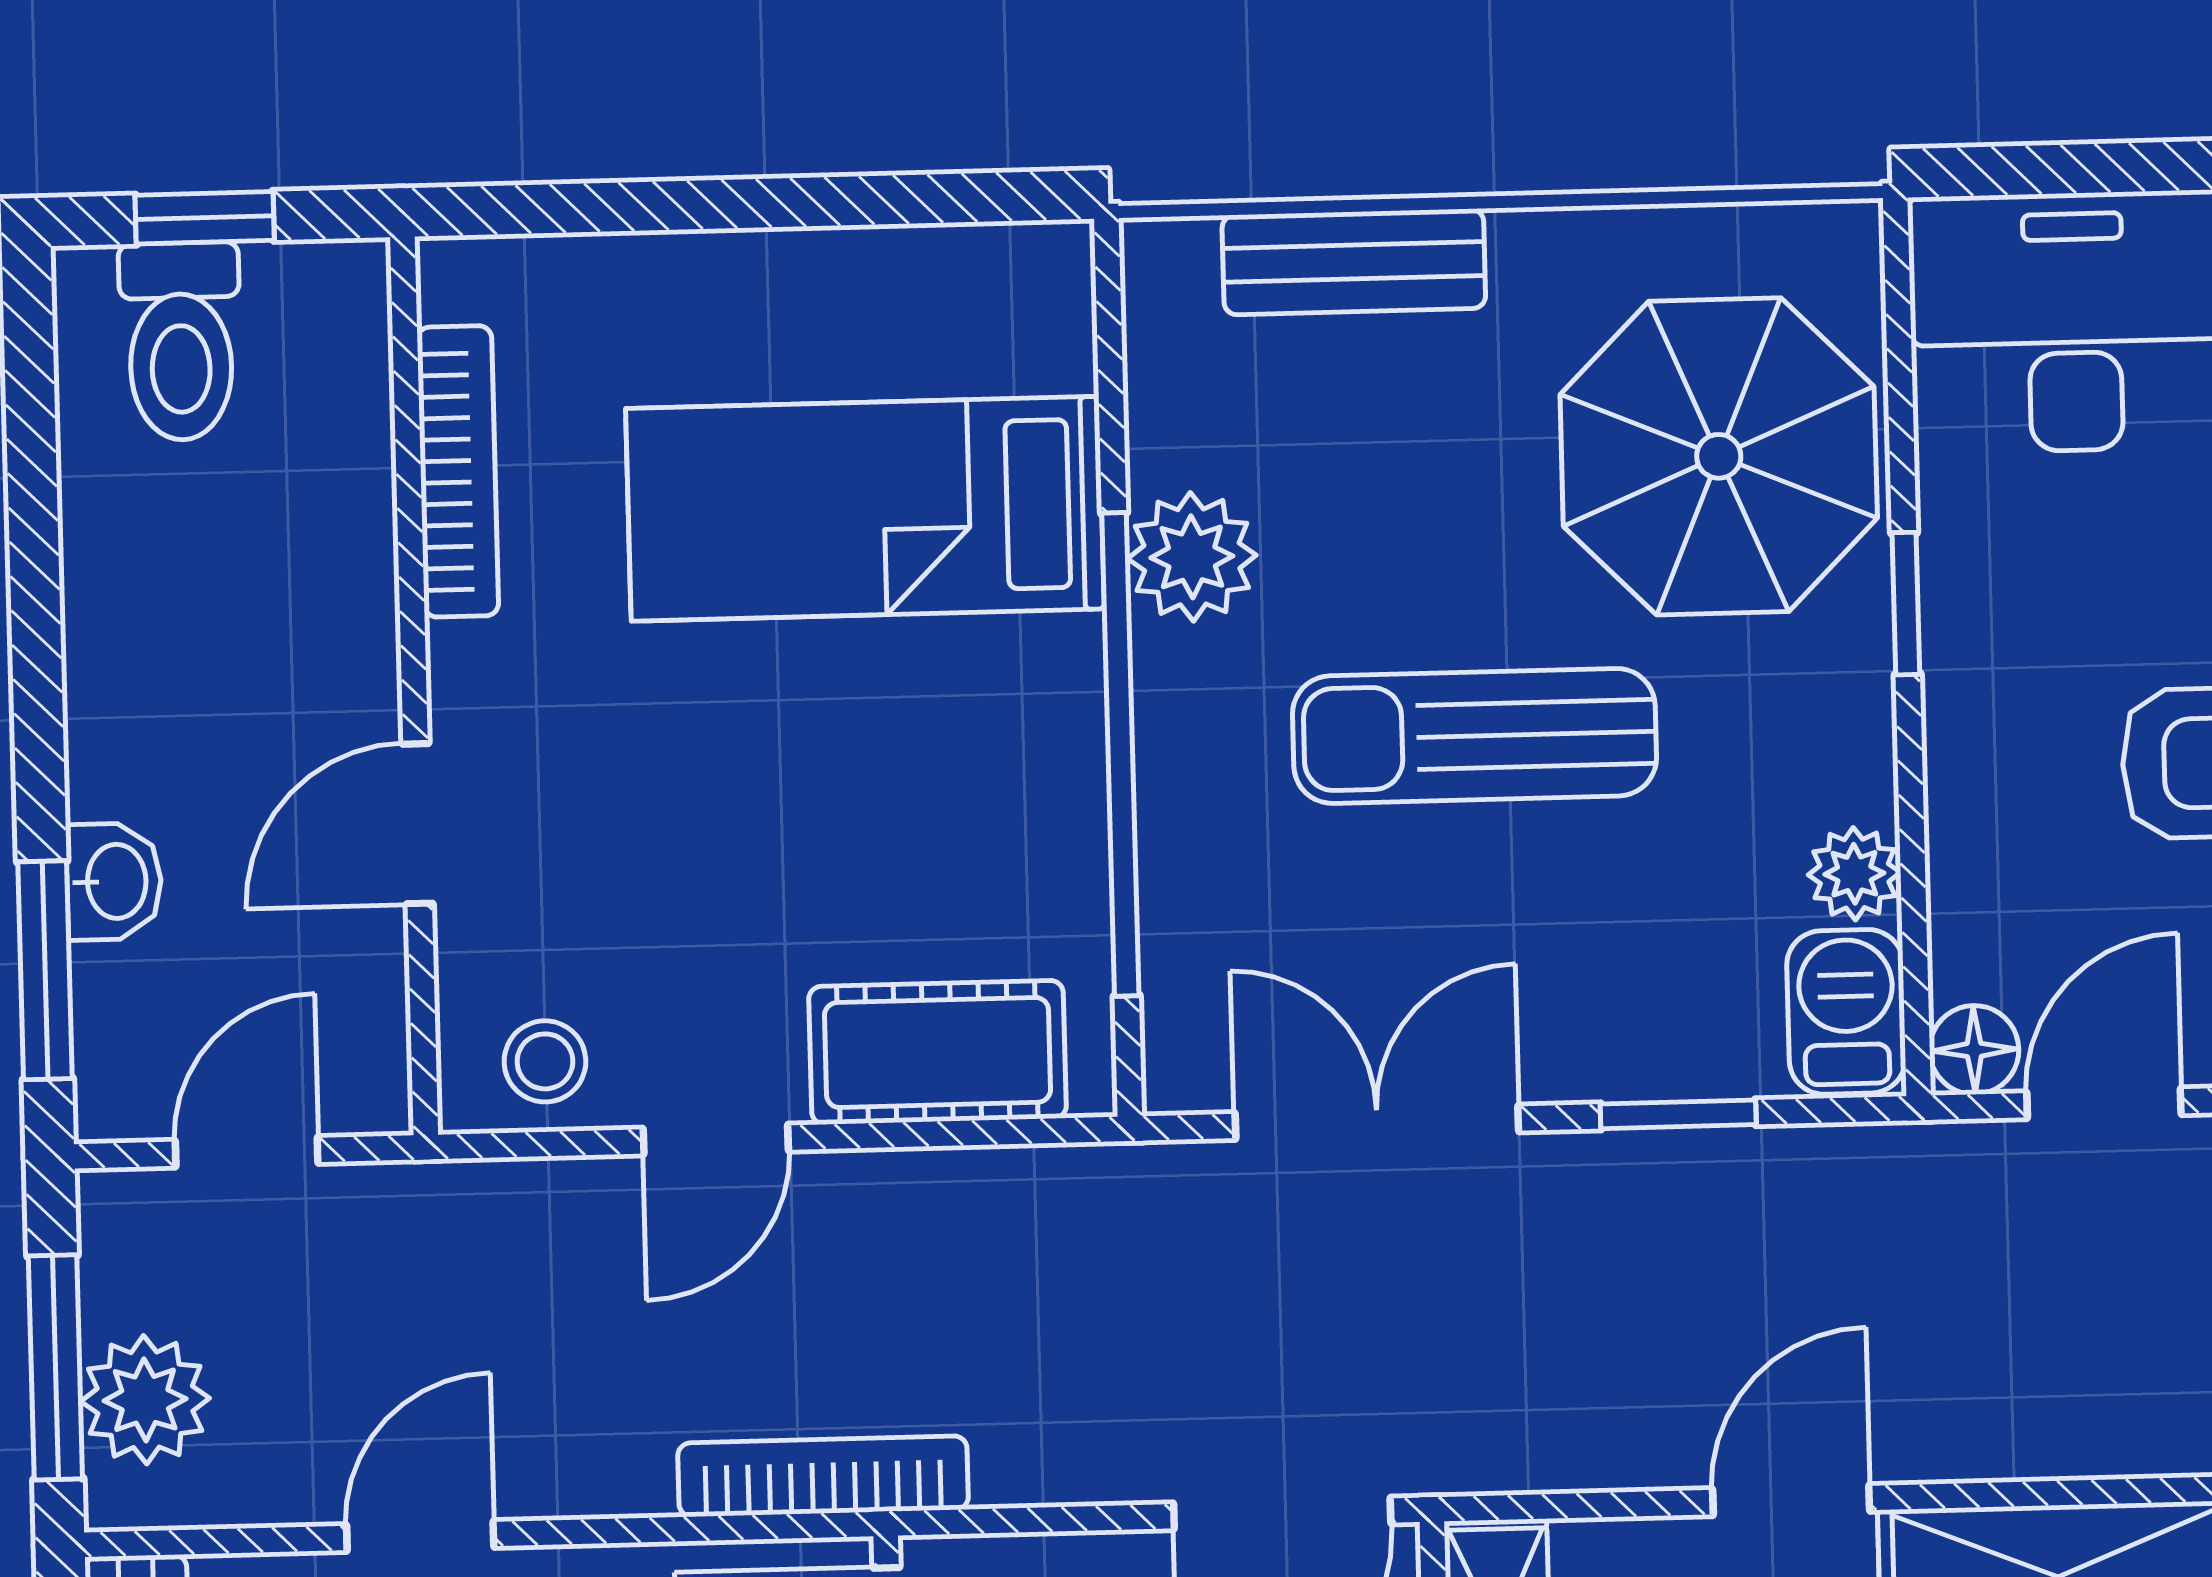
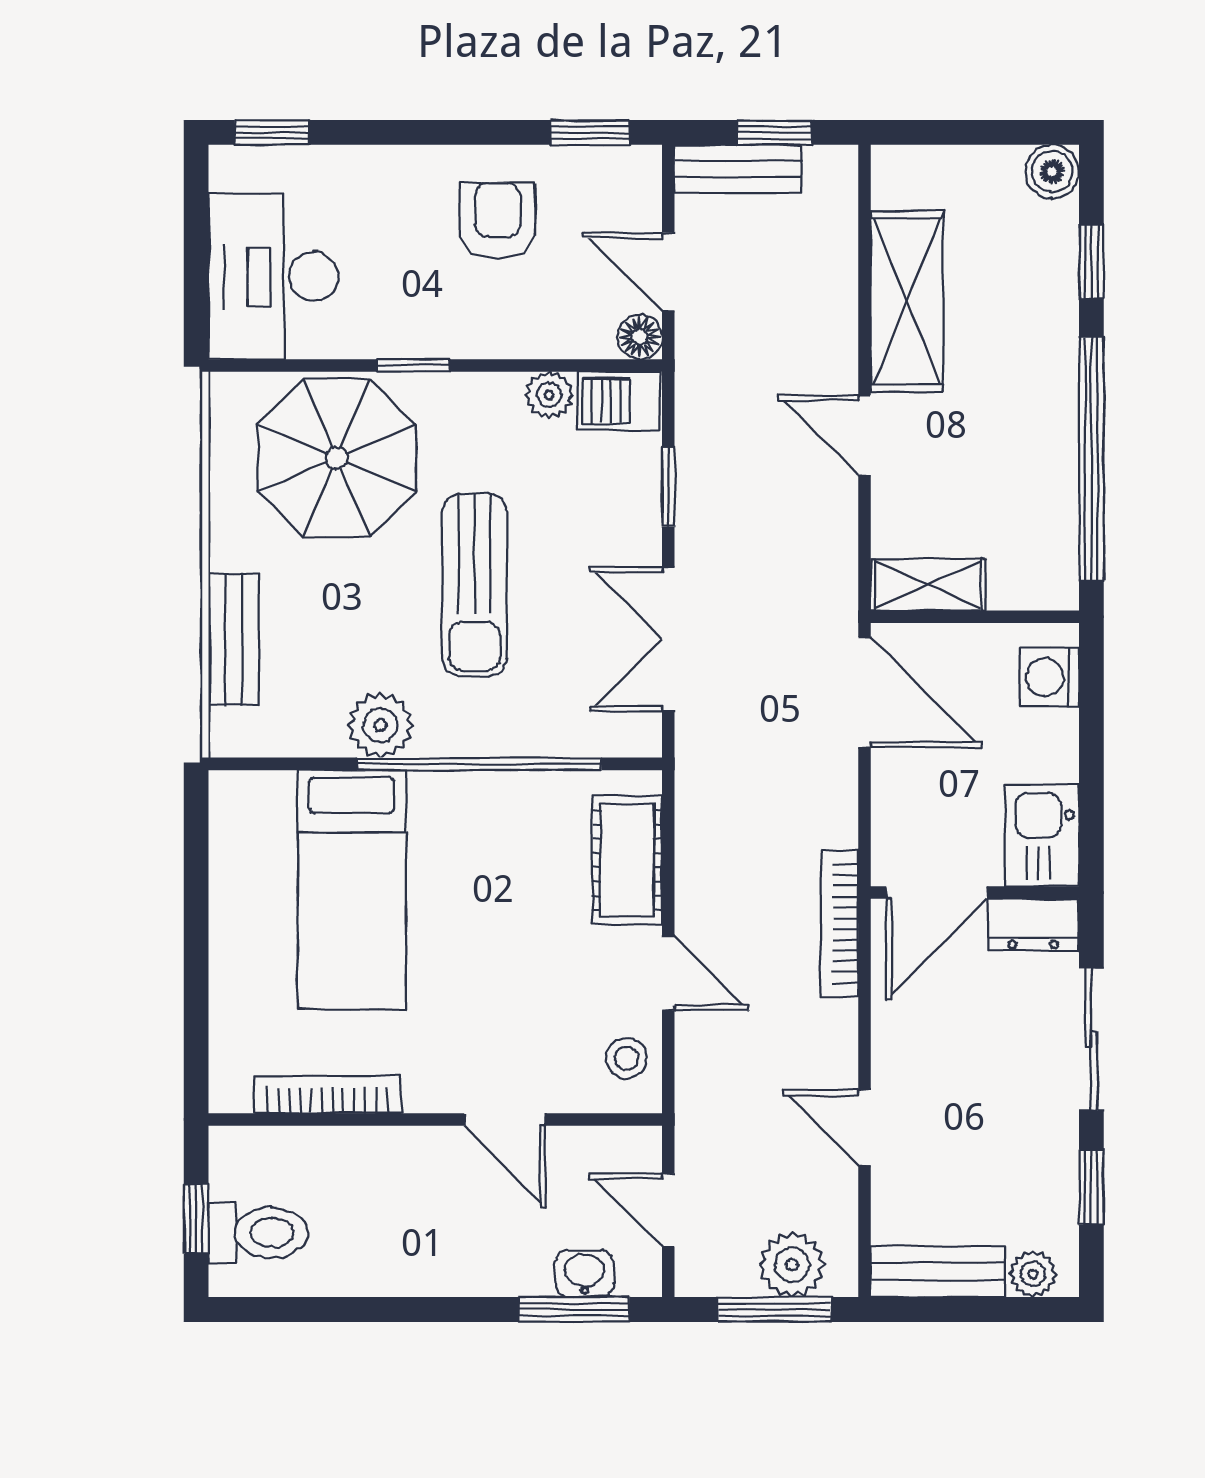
washbasin: (114, 881) -> (584, 1274), moved

